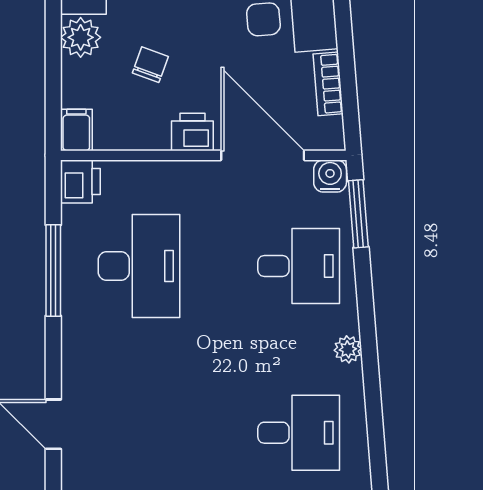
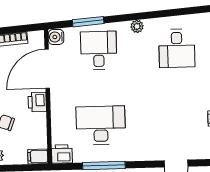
window: (358, 214) -> (88, 22), moved
desk: (299, 433) -> (177, 48), turned 180

